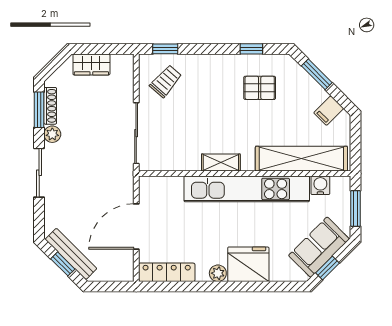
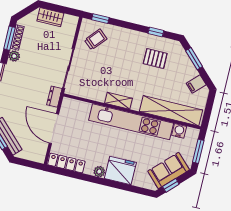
dresser: (126, 179) -> (54, 97), added
door: (136, 226) -> (54, 129), hinge flipped

